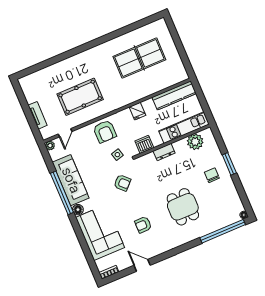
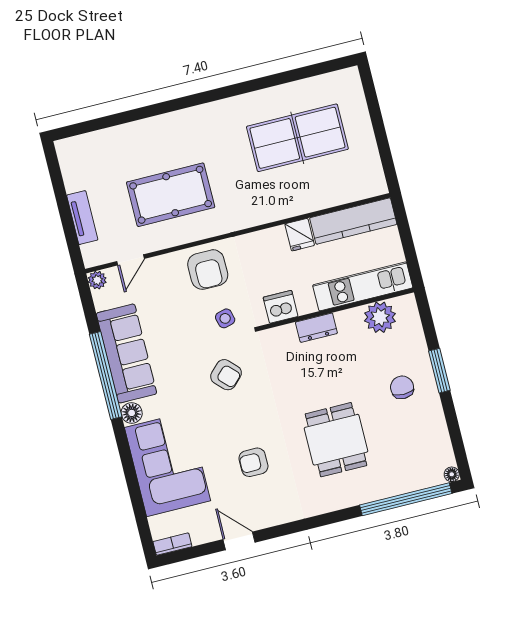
fridge: (137, 111) -> (300, 235), moved

